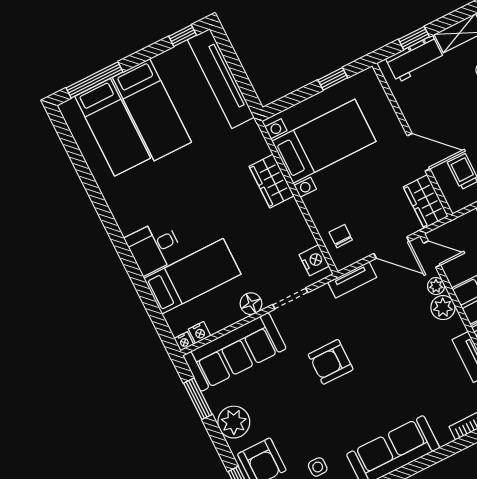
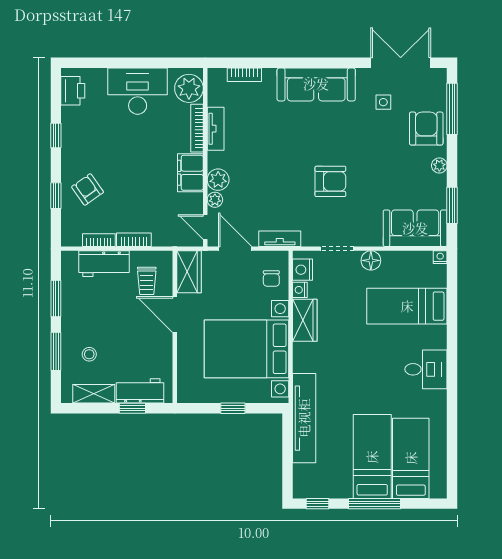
tv unit: (221, 78) -> (304, 418), moved
window: (333, 79) -> (233, 408), moved
window: (95, 80) -> (375, 504), moved
bed with nightstands: (324, 141) -> (246, 349), width x1.36
wardrobe: (272, 181) -> (305, 320), moved
desk: (154, 247) -> (426, 369), moved
nightstand: (200, 333) -> (300, 290), moved, turned -90
sofa: (235, 352) -> (415, 228), width x0.73
plant: (234, 422) -> (439, 166), width x0.53, depth x0.53

